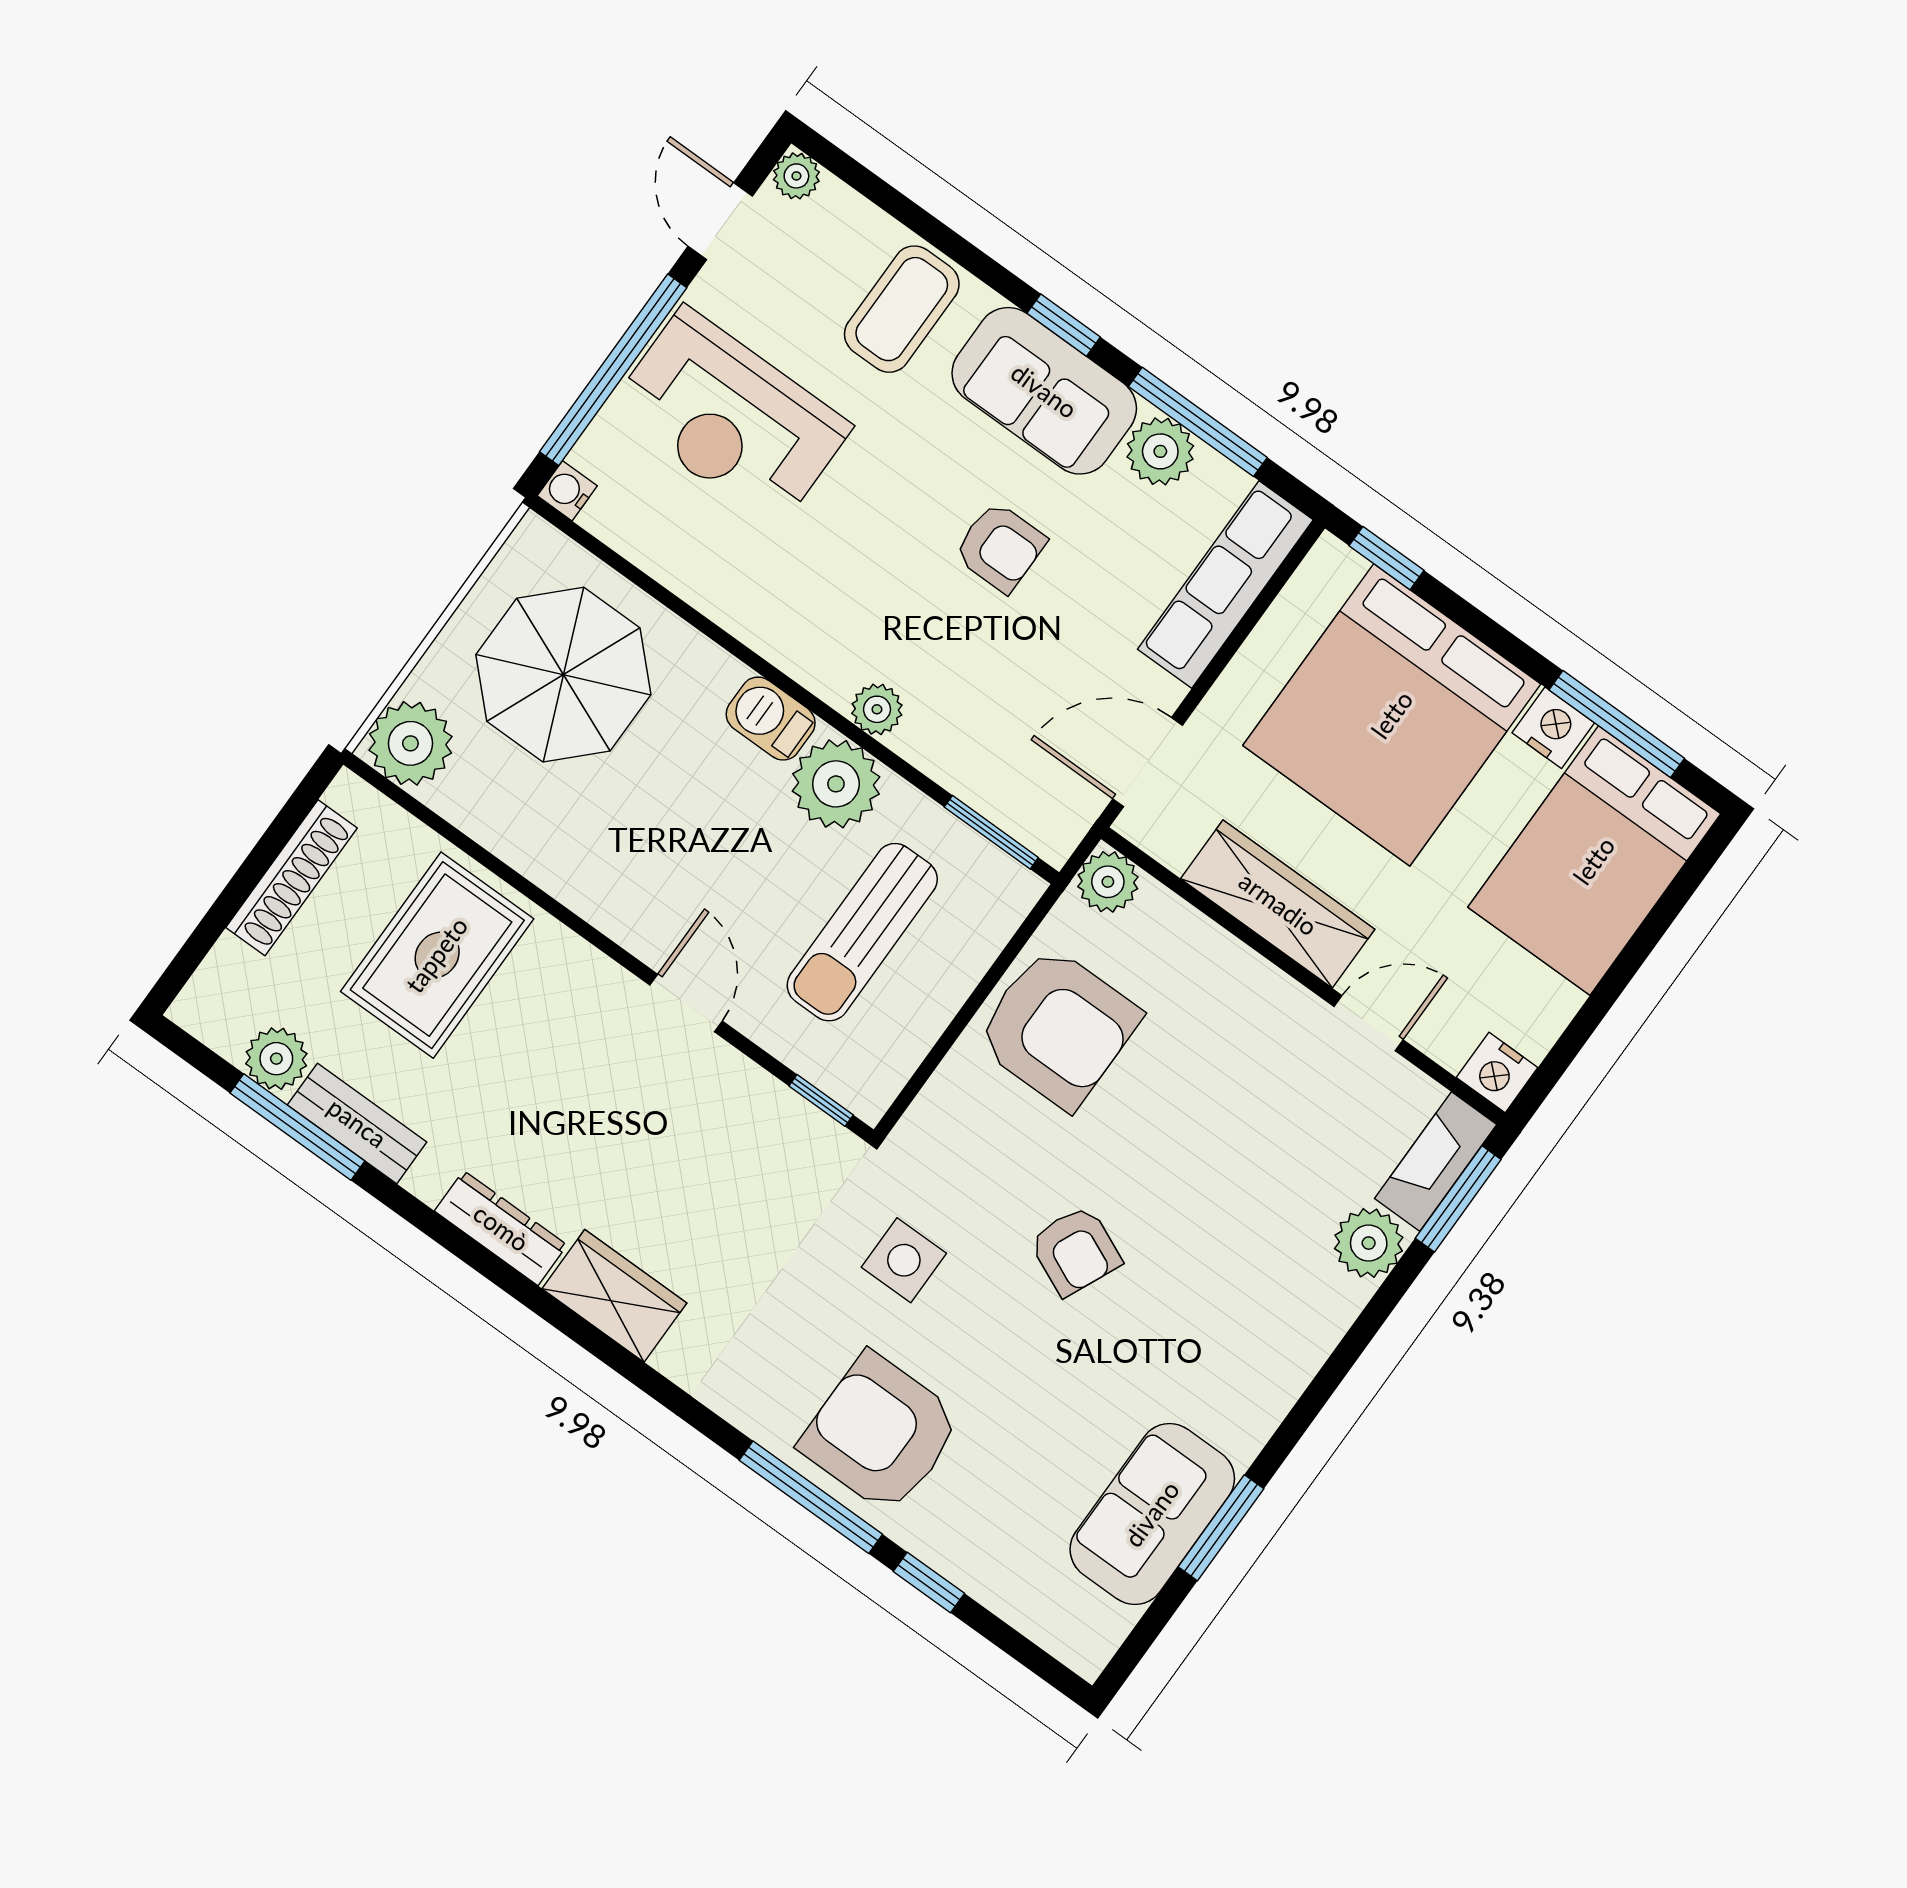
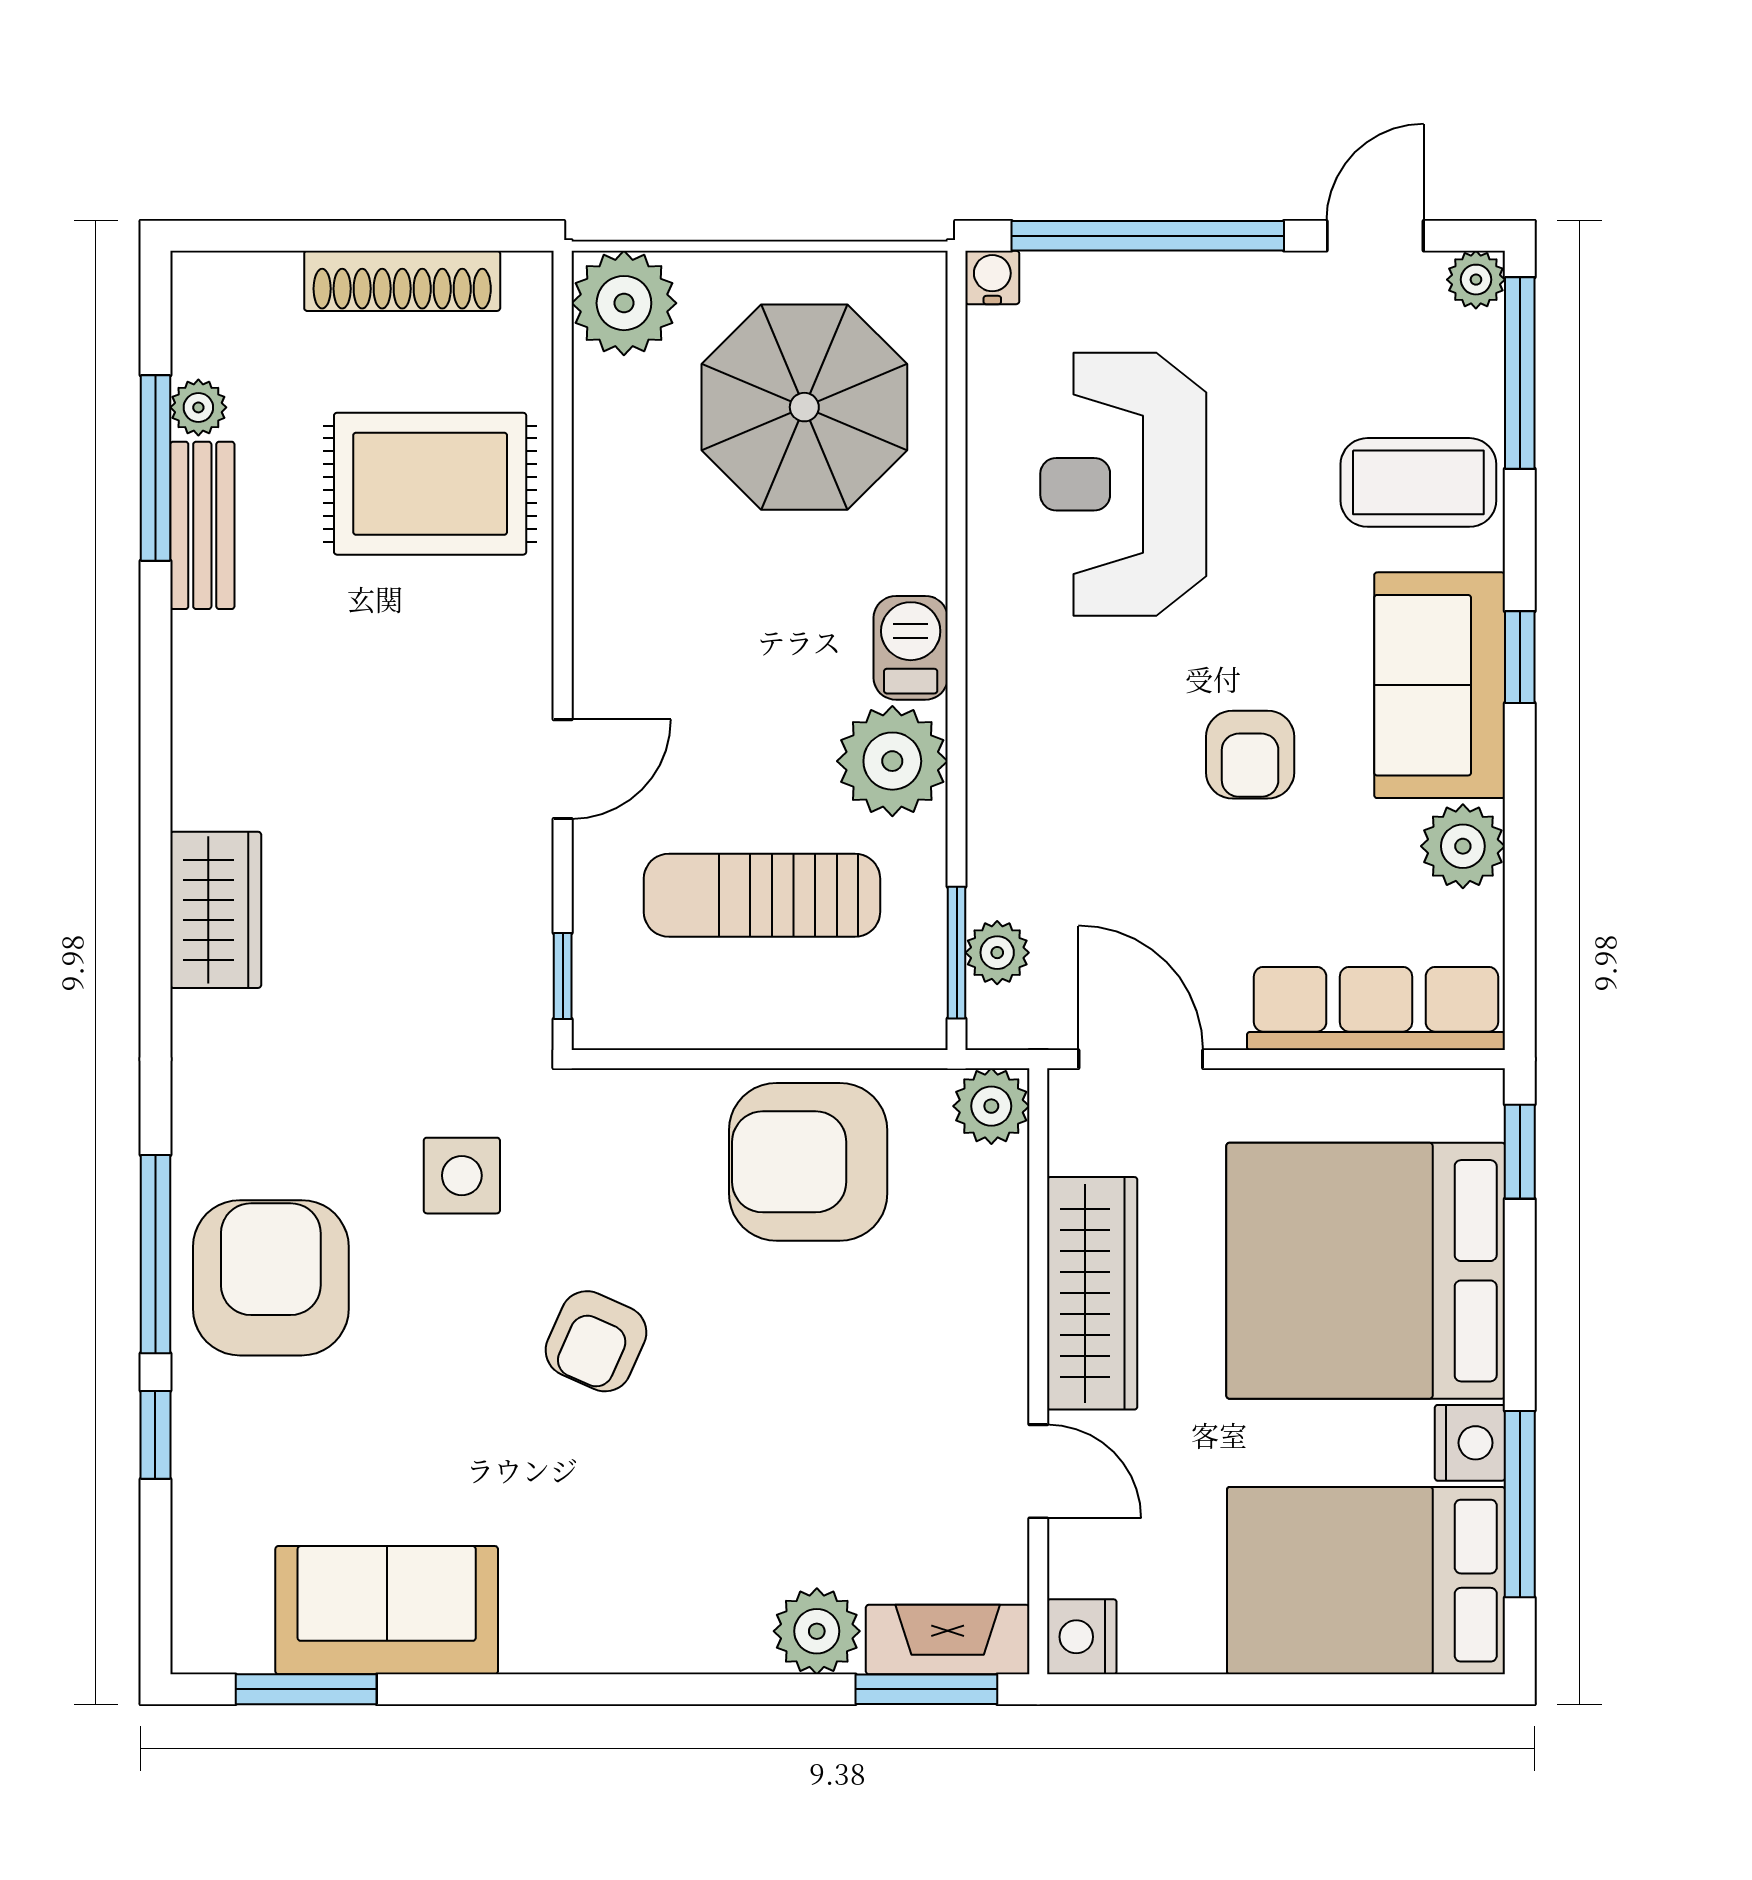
reception desk: (730, 418) -> (1123, 484), moved
window: (1198, 422) -> (1520, 373), moved
plant: (877, 709) -> (997, 953), moved
armchair: (1058, 1028) -> (808, 1162), turned 90
plant: (276, 1059) -> (198, 407), width x0.73, depth x0.73
dresser: (501, 1228) -> (201, 746), removed
window: (1221, 1528) -> (306, 1689), moved

